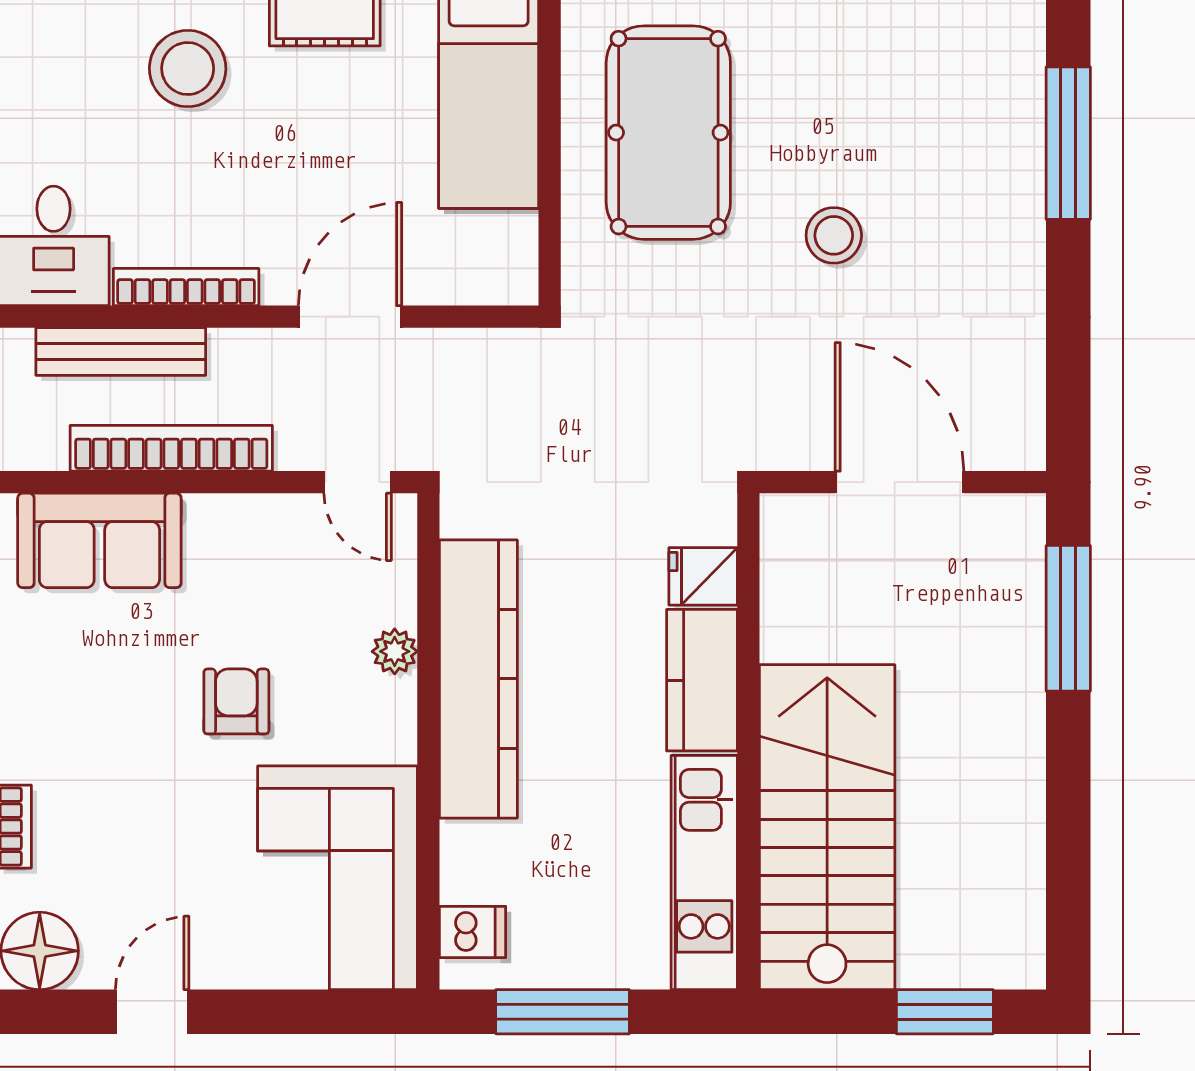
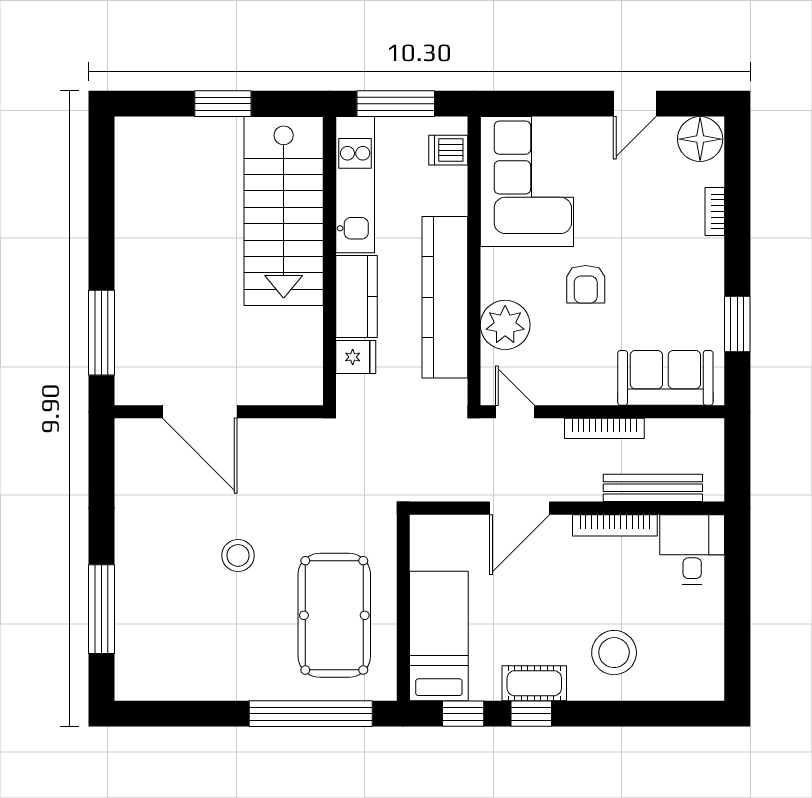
bookcase: (171, 448) -> (604, 428), width x0.68, depth x0.76
fridge: (703, 576) -> (356, 357), moved
plant: (395, 651) -> (505, 325), width x1.87, depth x1.87
kitchen counter: (702, 680) -> (356, 297), moved
wall: (748, 741) -> (329, 261), moved
stairs: (827, 827) -> (284, 211), moved
kitchen unit: (704, 873) -> (355, 185), moved
window: (945, 1012) -> (223, 104), moved

